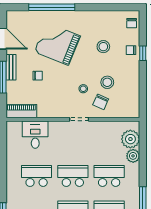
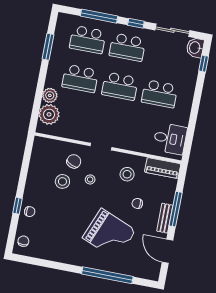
stool: (103, 47) -> (127, 174), moved
desk: (35, 135) -> (170, 139), moved, turned -90

